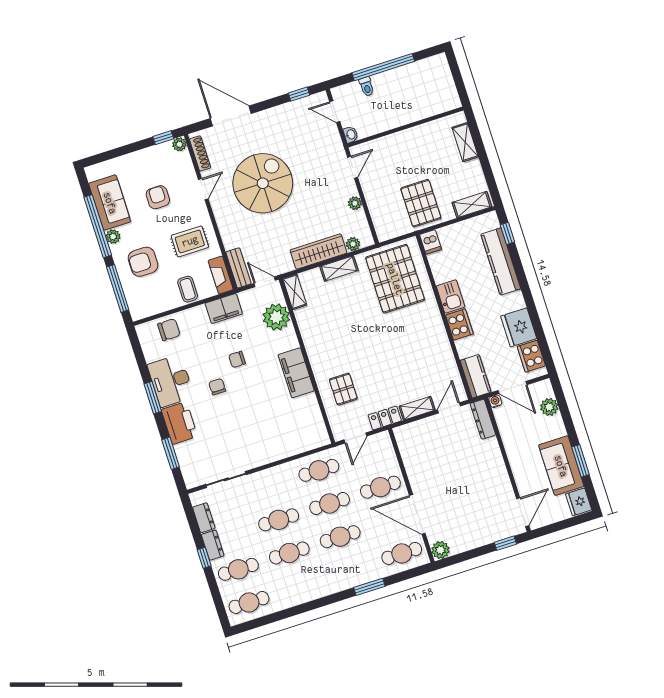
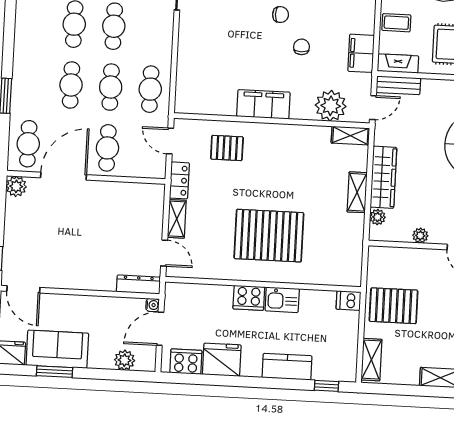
kitchen counter: (501, 261) -> (287, 367), width x0.67
pallet: (395, 279) -> (269, 236), moved
kitchen counter: (476, 376) -> (187, 294), removed

